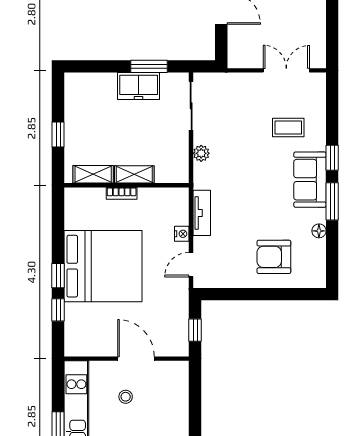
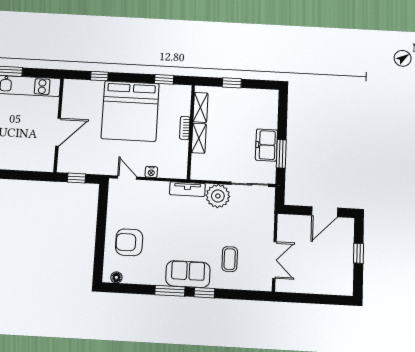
plant: (201, 153) -> (218, 196), width x1.87, depth x1.87
tv unit: (202, 213) -> (187, 189), moved
floor lamp: (319, 231) -> (116, 277), moved
armchair: (274, 257) -> (129, 242), turned -90
window: (58, 276) -> (164, 79), moved
stool: (126, 397) -> (30, 123), removed

